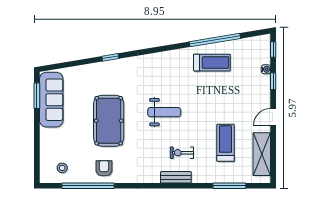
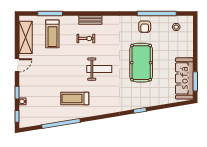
treadmill: (212, 63) -> (75, 98), moved
weight bench: (164, 112) -> (99, 69), turned 180
treadmill: (226, 143) -> (52, 34), moved

